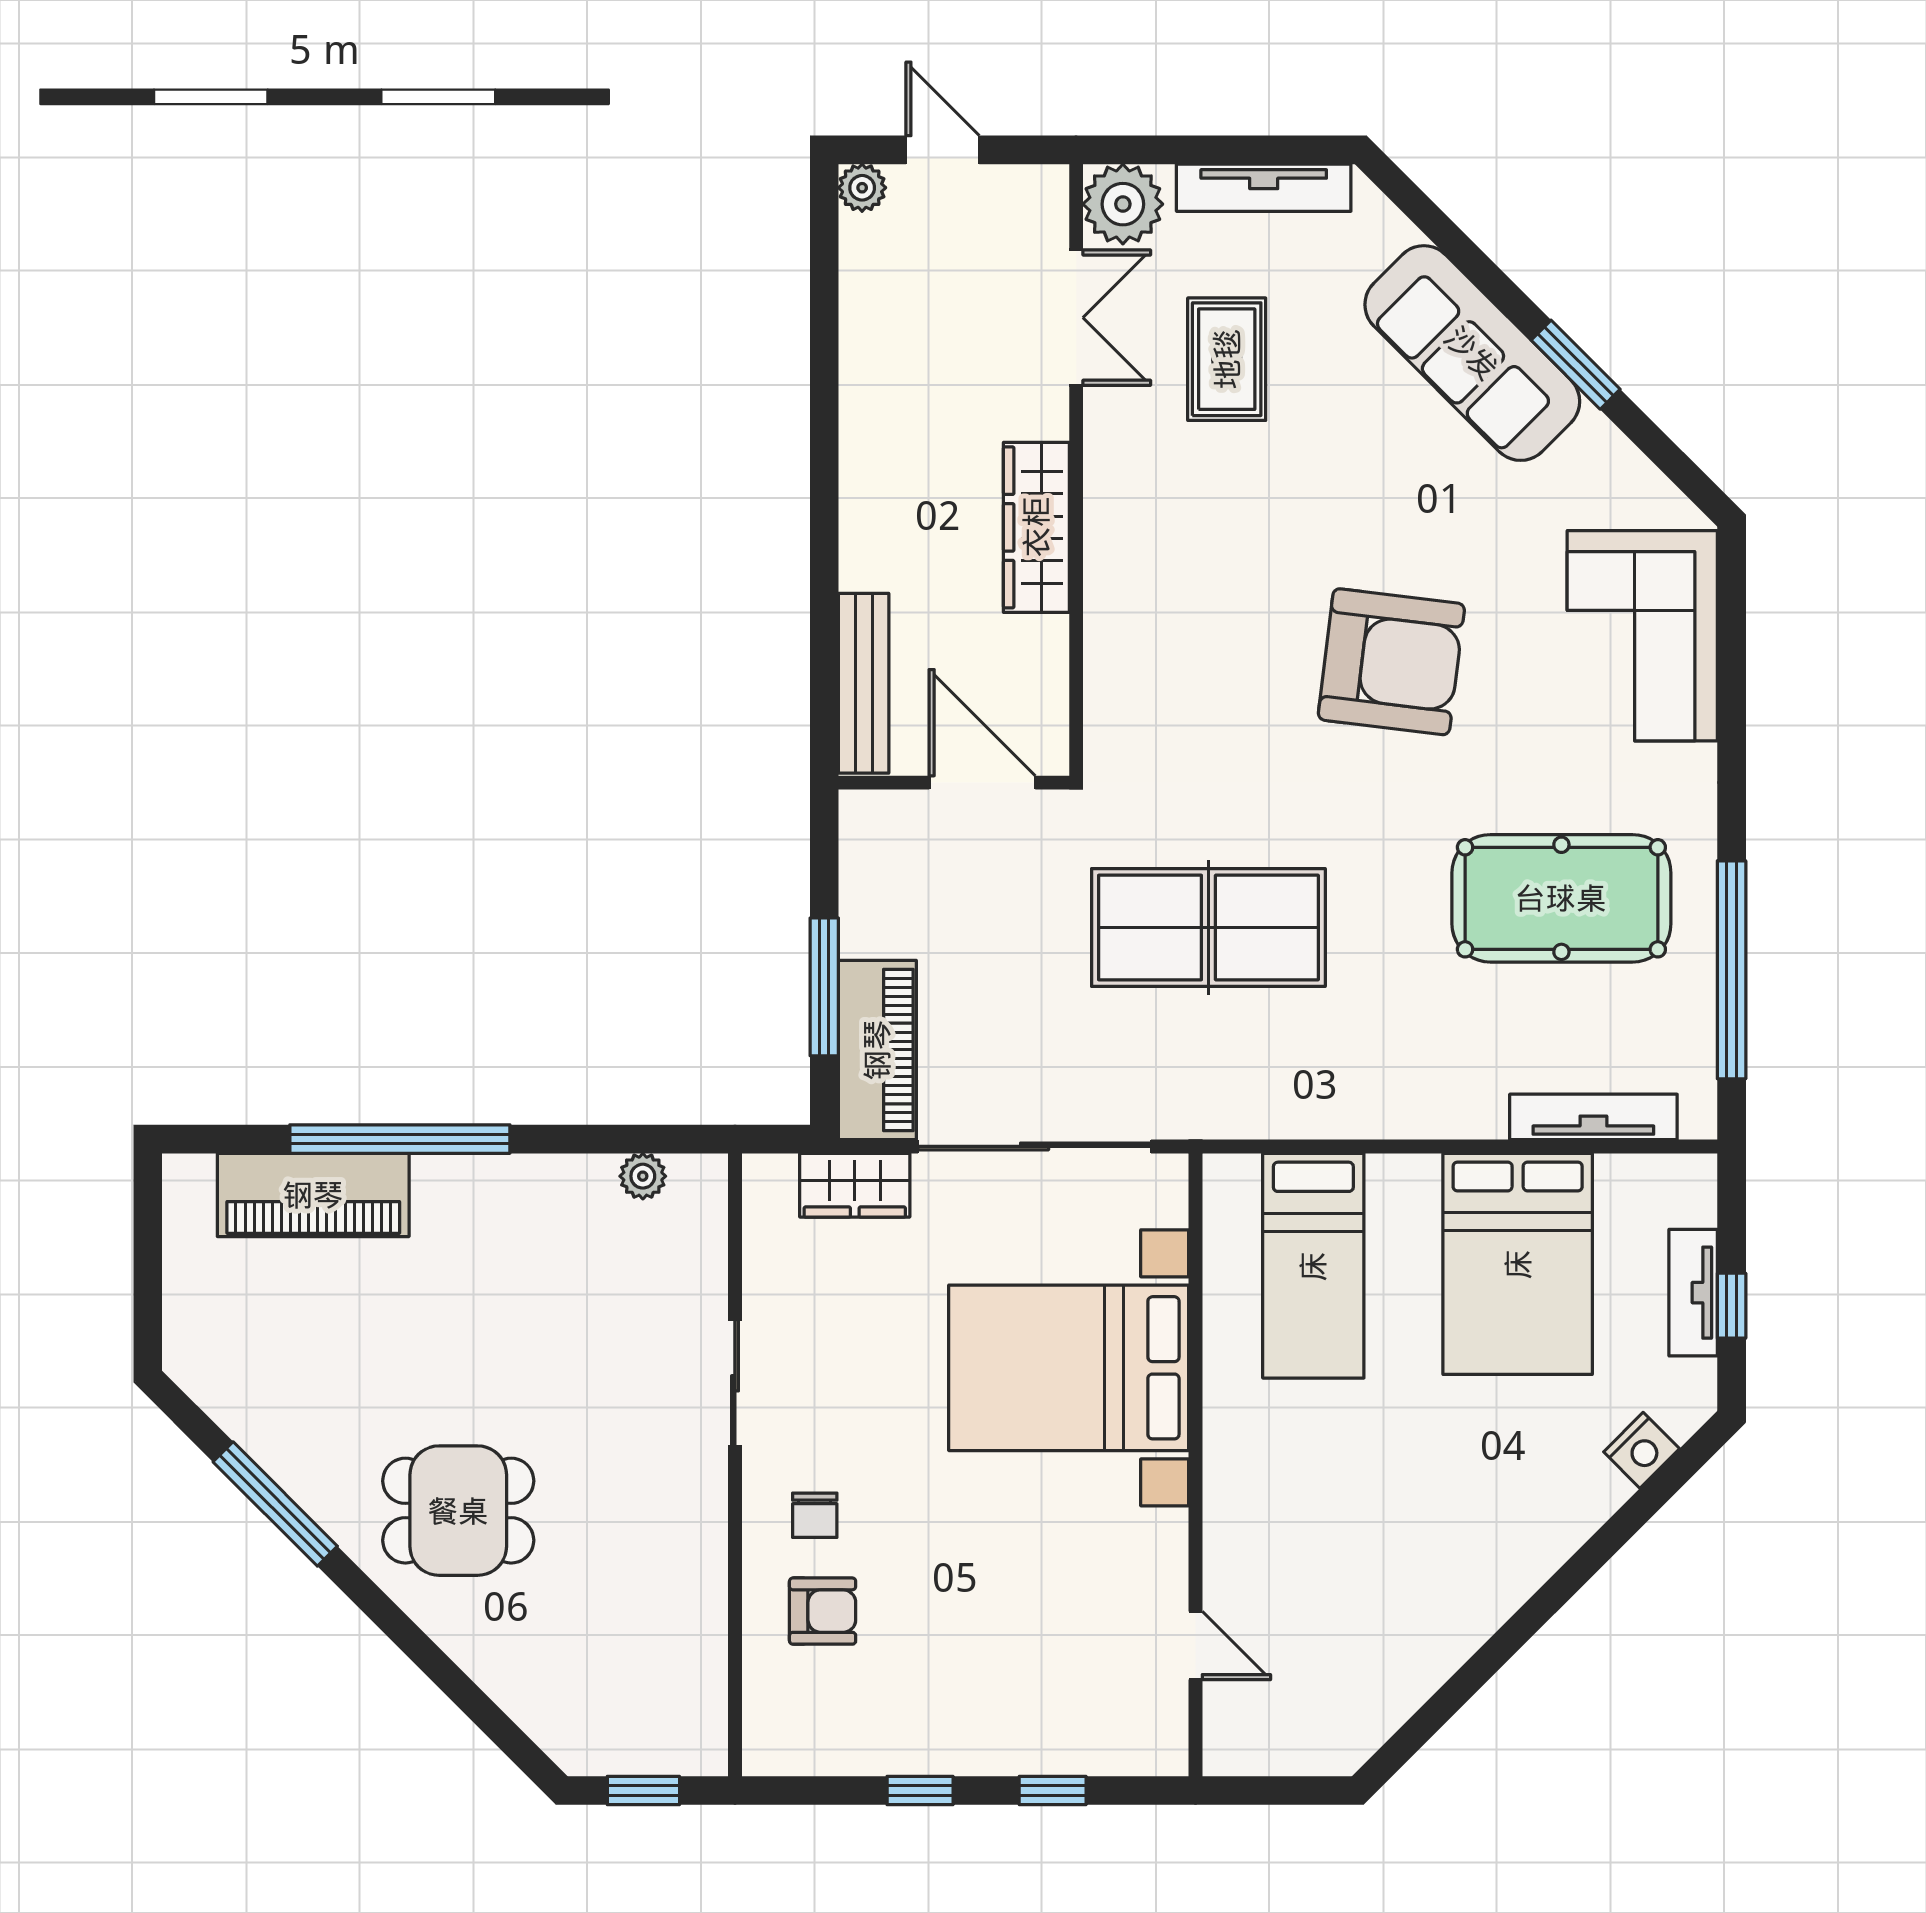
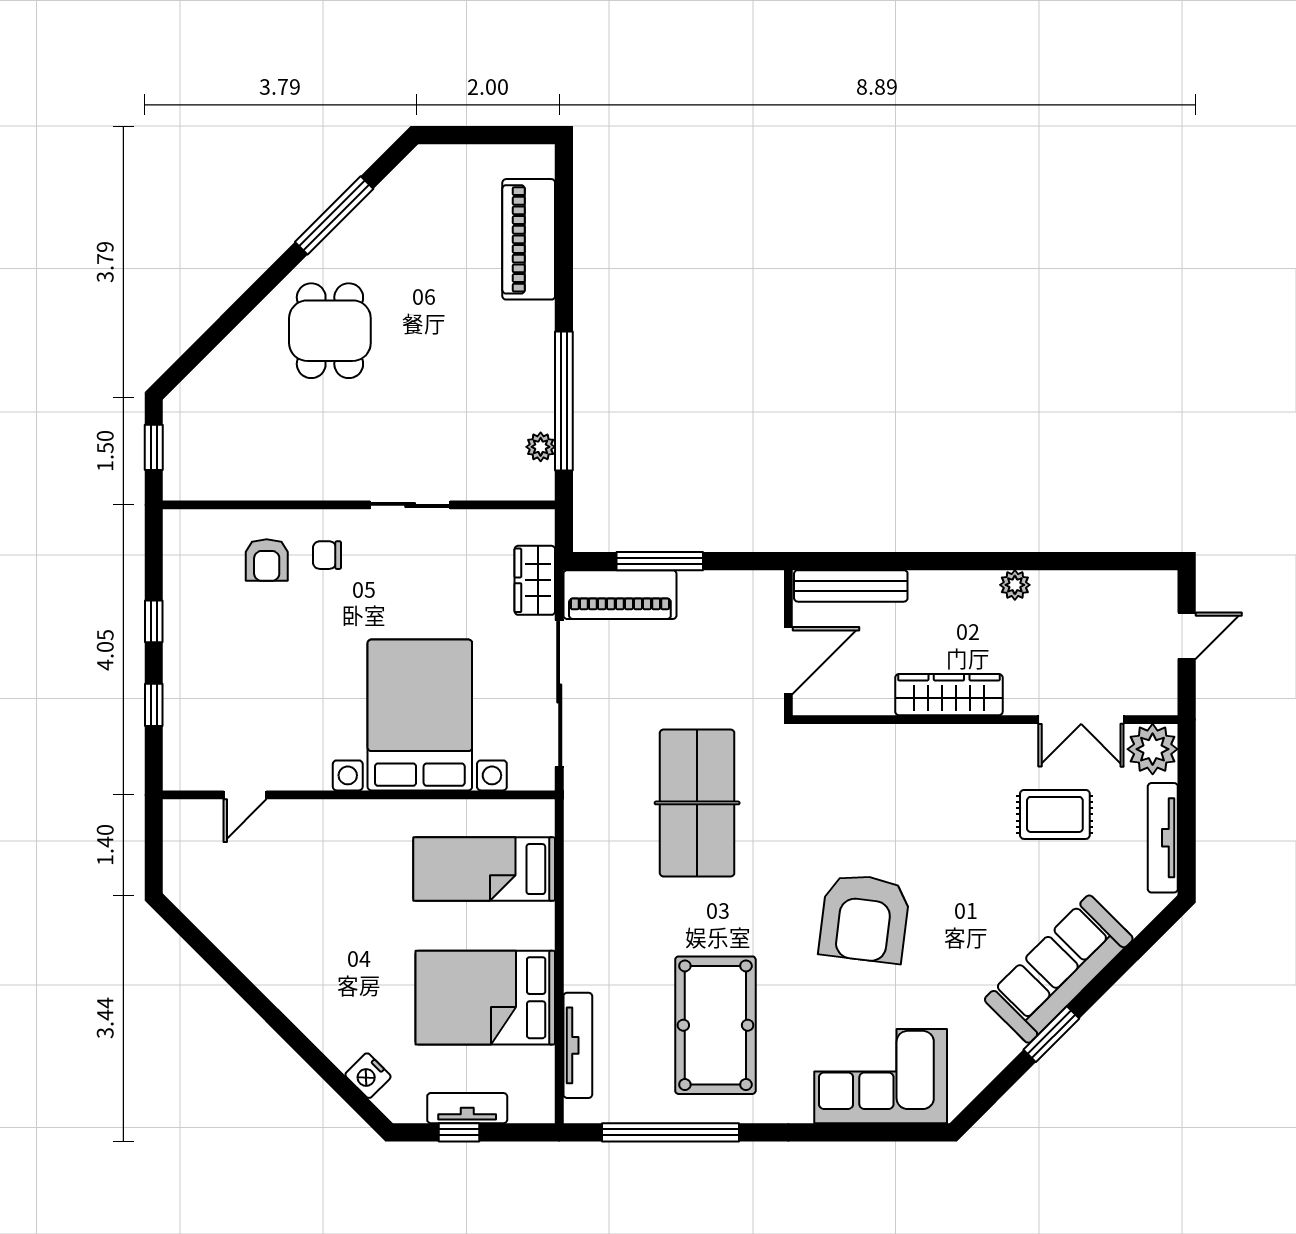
plant: (862, 188) -> (1015, 585), moved
window: (400, 1139) -> (564, 401), moved

